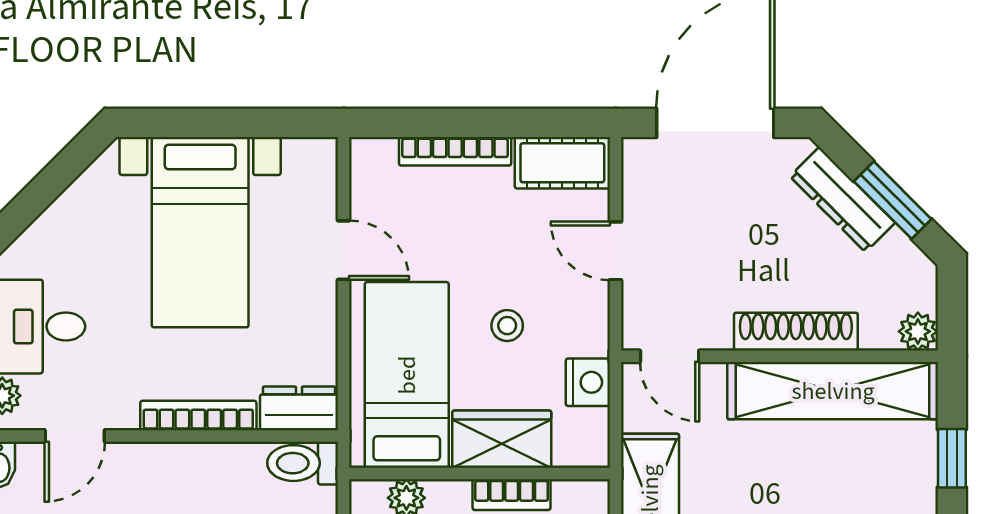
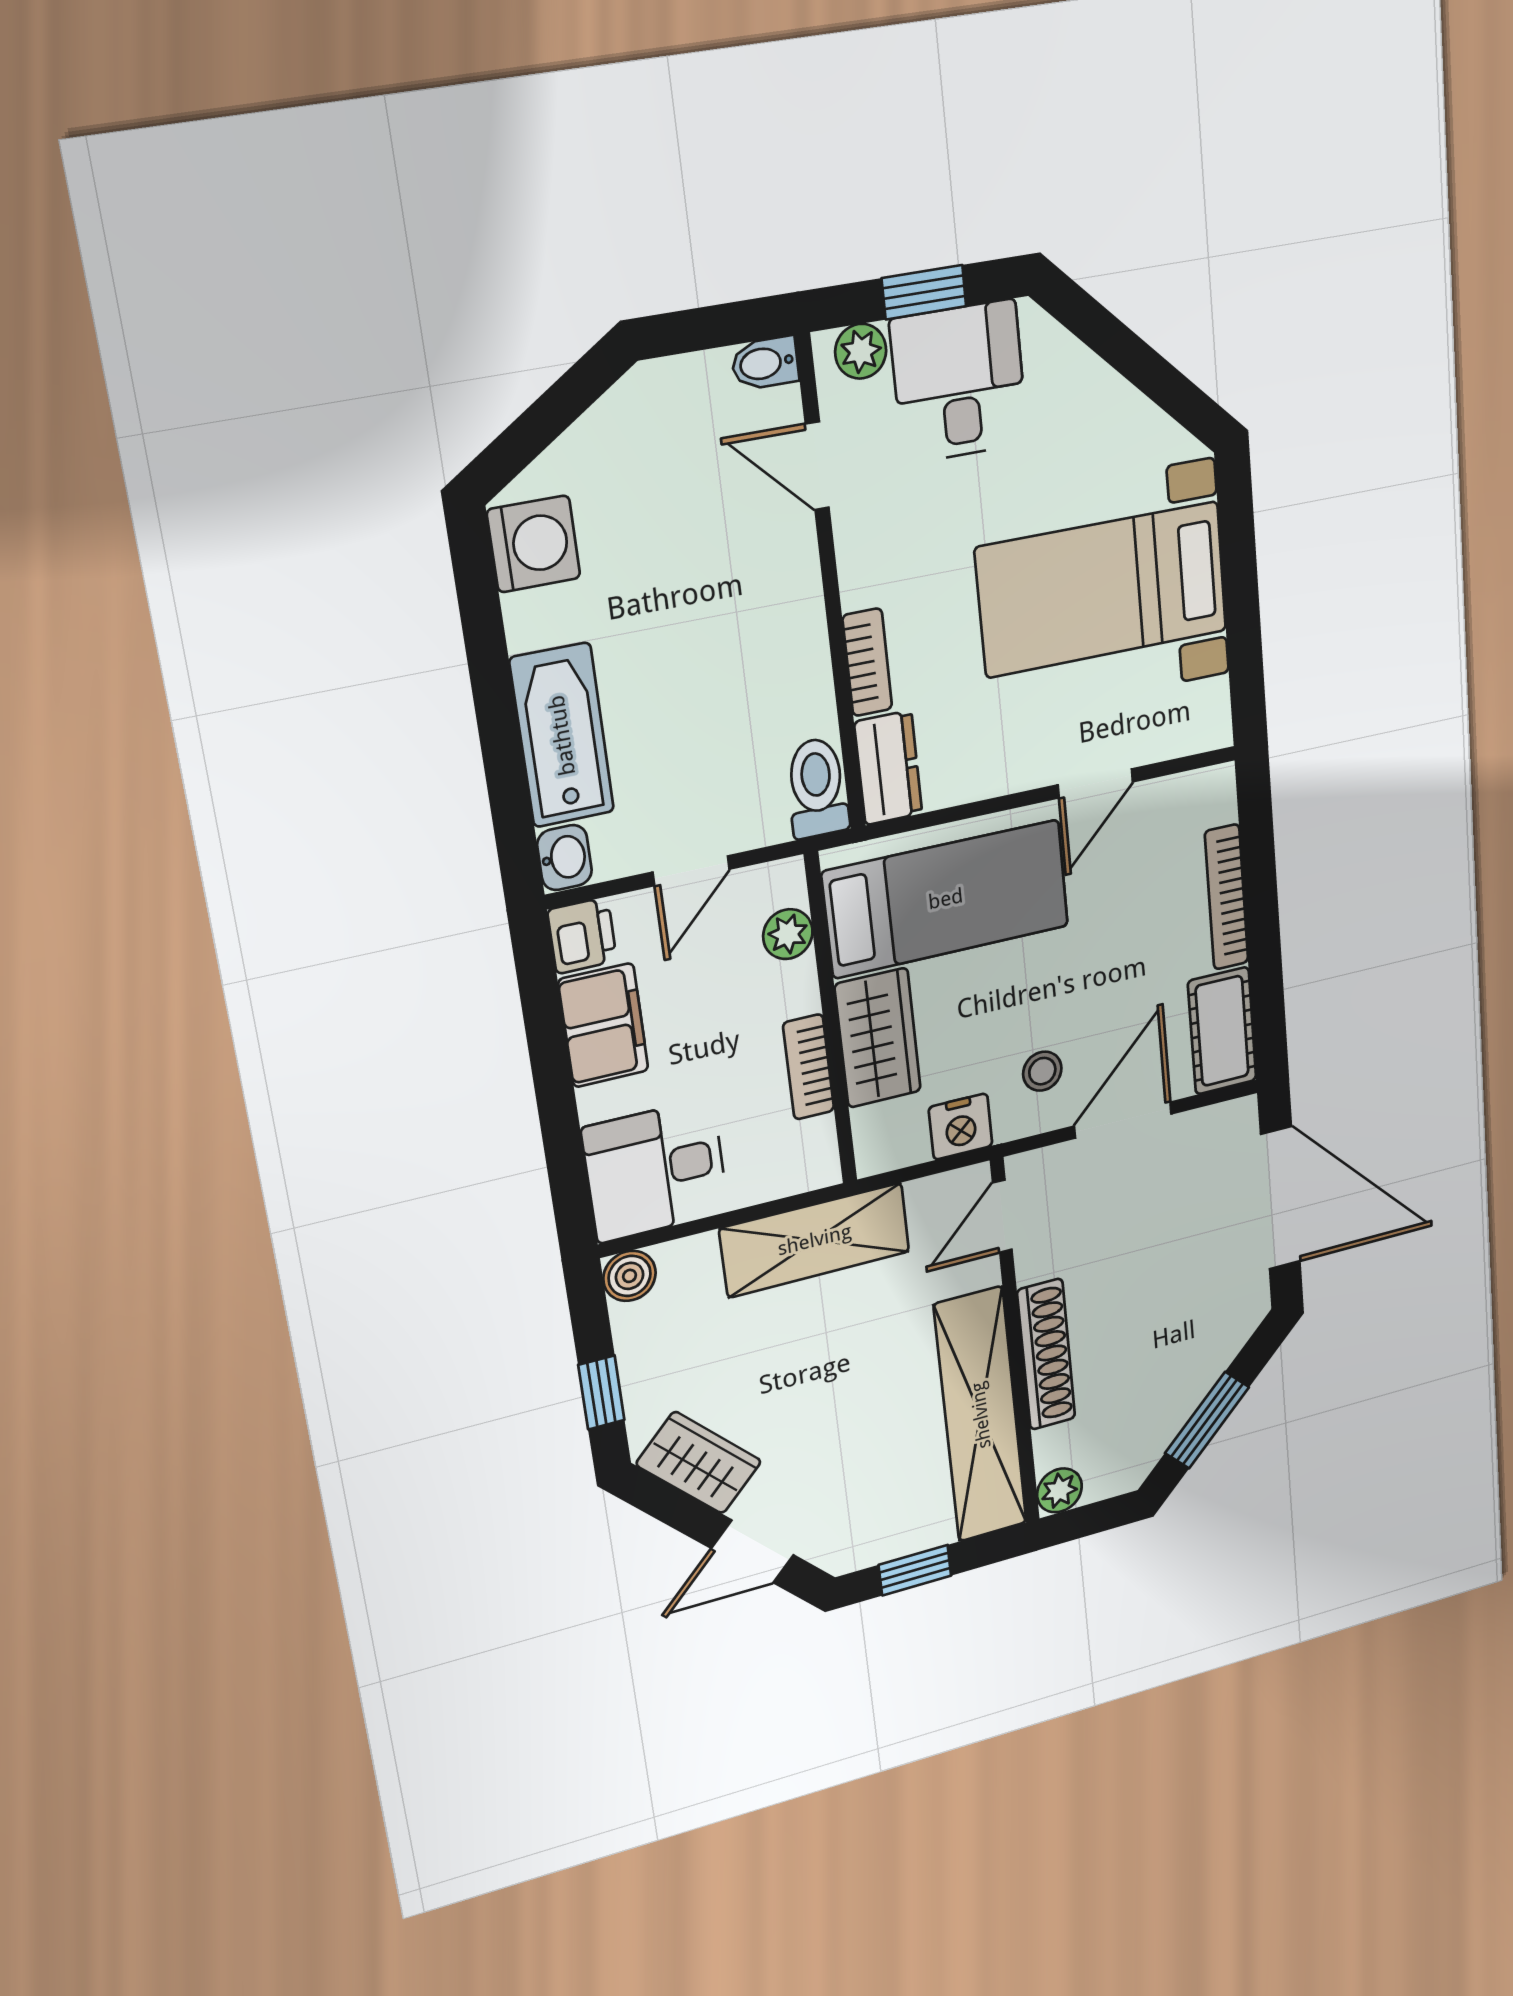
dresser: (842, 199) -> (1204, 1365), removed
door: (615, 251) -> (1123, 1120), width x1.38
stool: (507, 326) -> (1042, 1071), moved
bookcase: (198, 415) -> (867, 662), width x0.64

